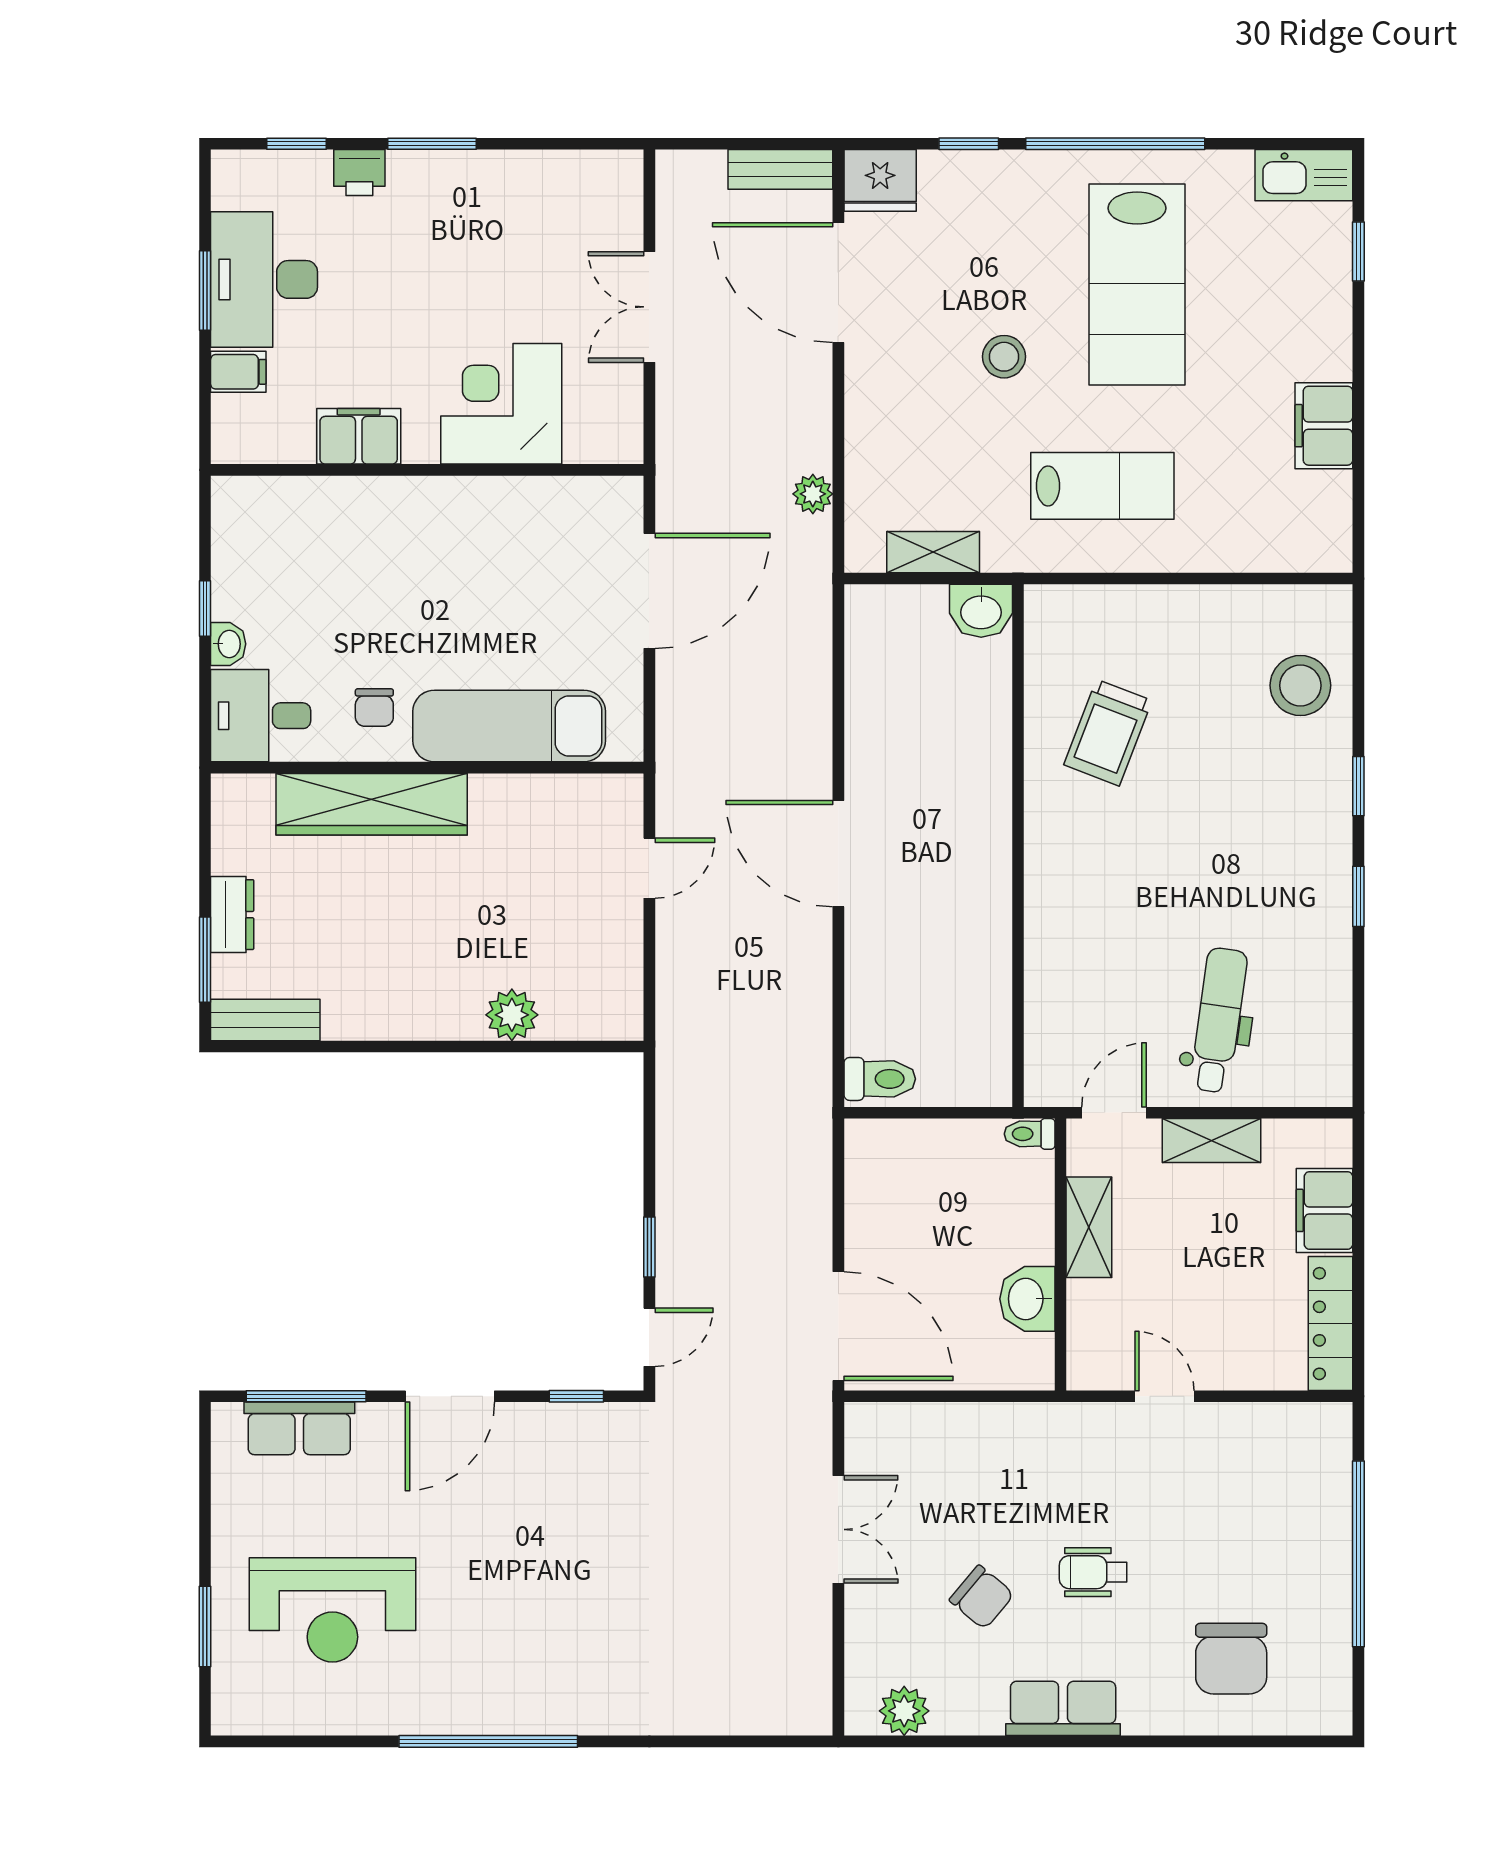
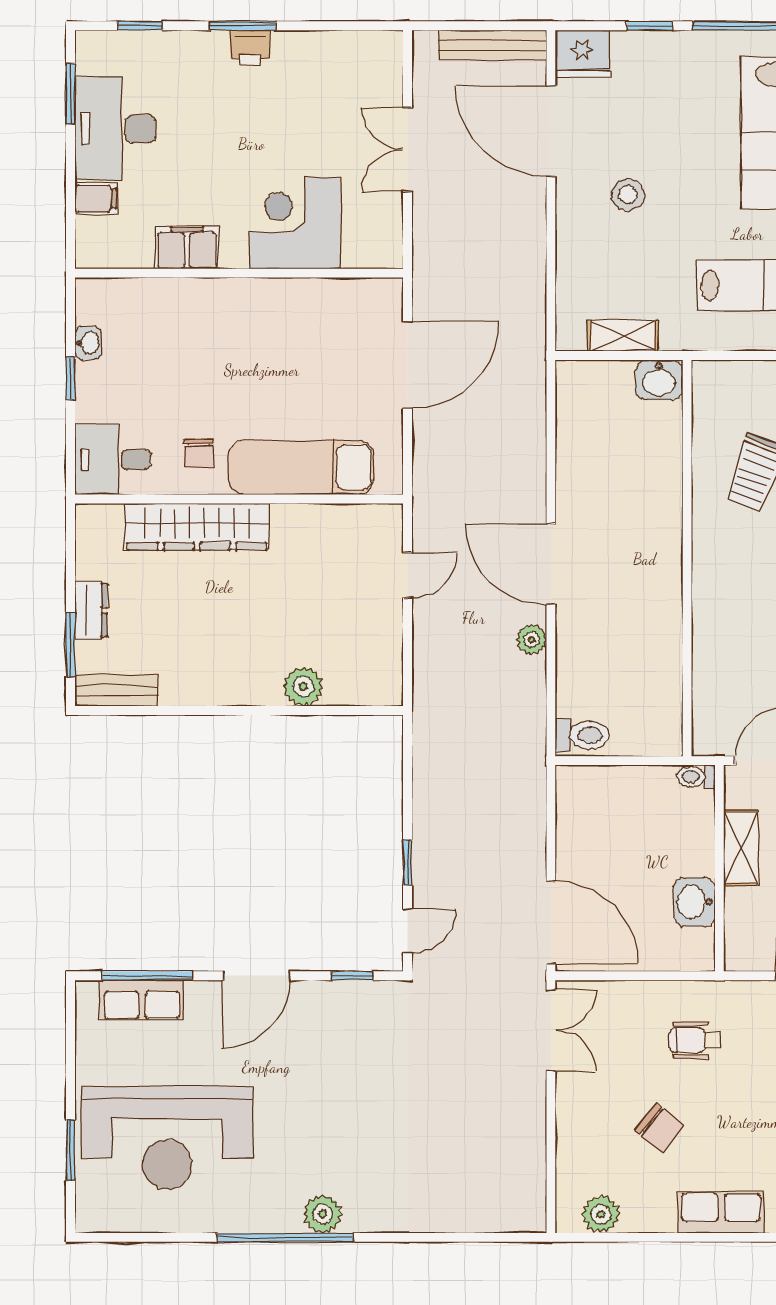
bench: (780, 169) -> (493, 45), width x1.36
printer: (359, 172) -> (250, 48), moved
window: (205, 291) -> (71, 93), moved
stool: (1004, 357) -> (628, 195), moved
plant: (813, 494) -> (531, 640), moved
washbasin: (228, 644) -> (88, 343), moved
double door: (838, 1529) -> (551, 1030), moved
wheelchair: (1093, 1572) -> (695, 1040), moved
reception desk: (332, 1610) -> (167, 1138), width x1.36, depth x1.30
plant: (537, 1711) -> (323, 1214), added

